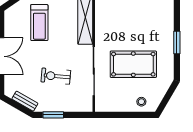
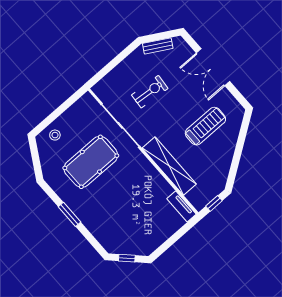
treadmill: (39, 23) -> (205, 126), turned 90
window: (53, 115) -> (122, 56), removed

